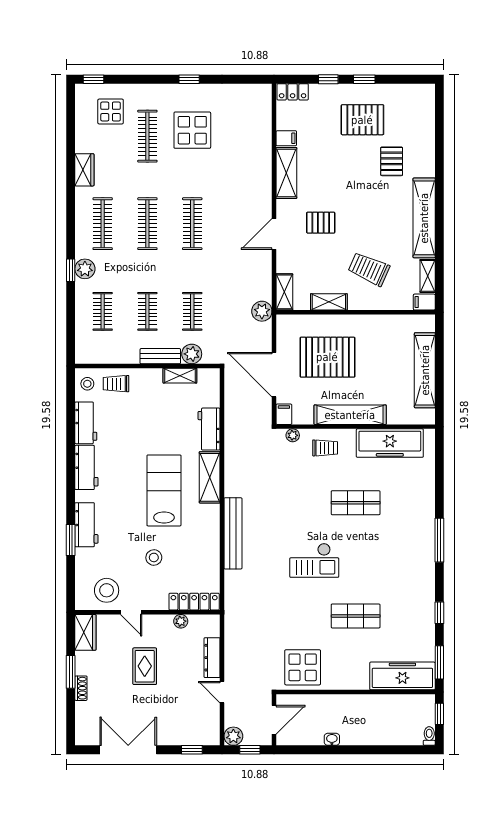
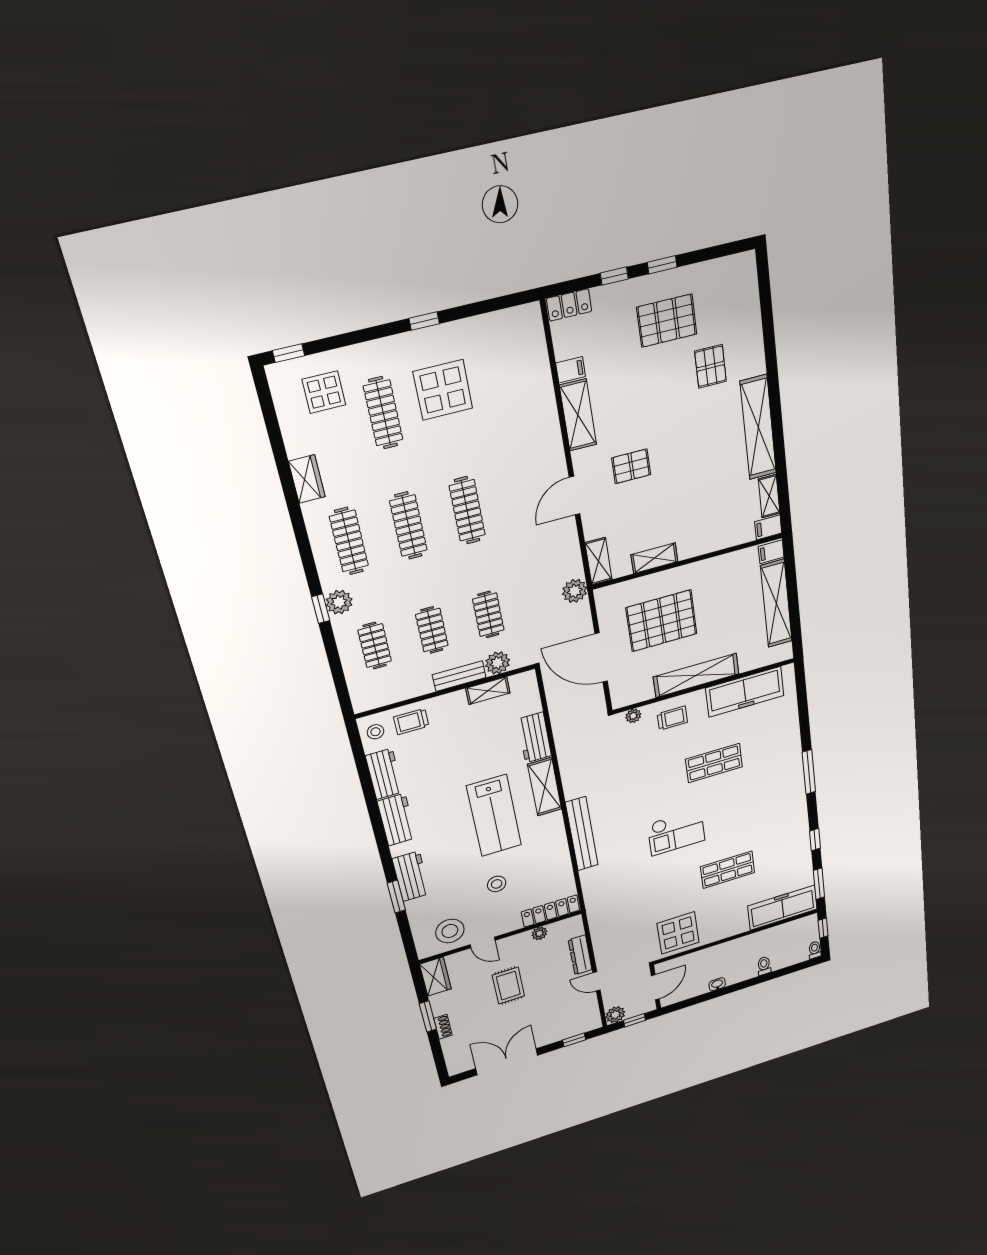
trolley: (369, 269) -> (698, 507), removed
filing cabinet: (284, 414) -> (771, 552), moved, turned -90
lab bench: (164, 490) -> (494, 816), turned 180
toilet: (379, 735) -> (764, 966), added

